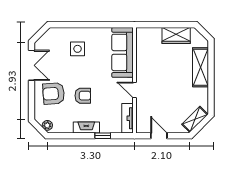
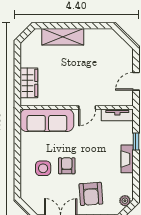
wardrobe: (176, 36) -> (29, 83), moved
armchair: (83, 96) -> (67, 166), moved
shelving: (195, 119) -> (118, 43), removed

